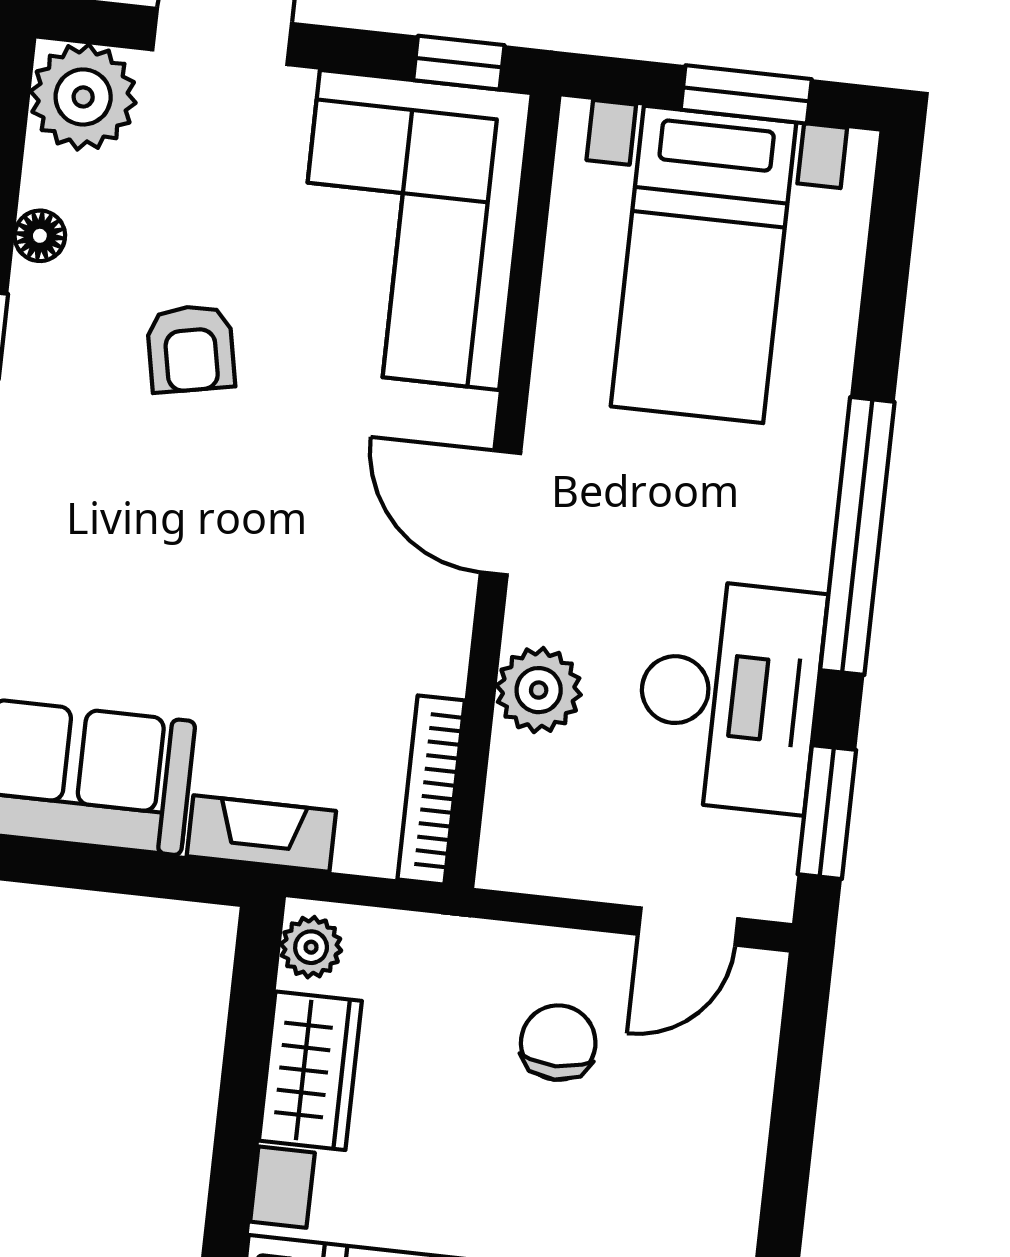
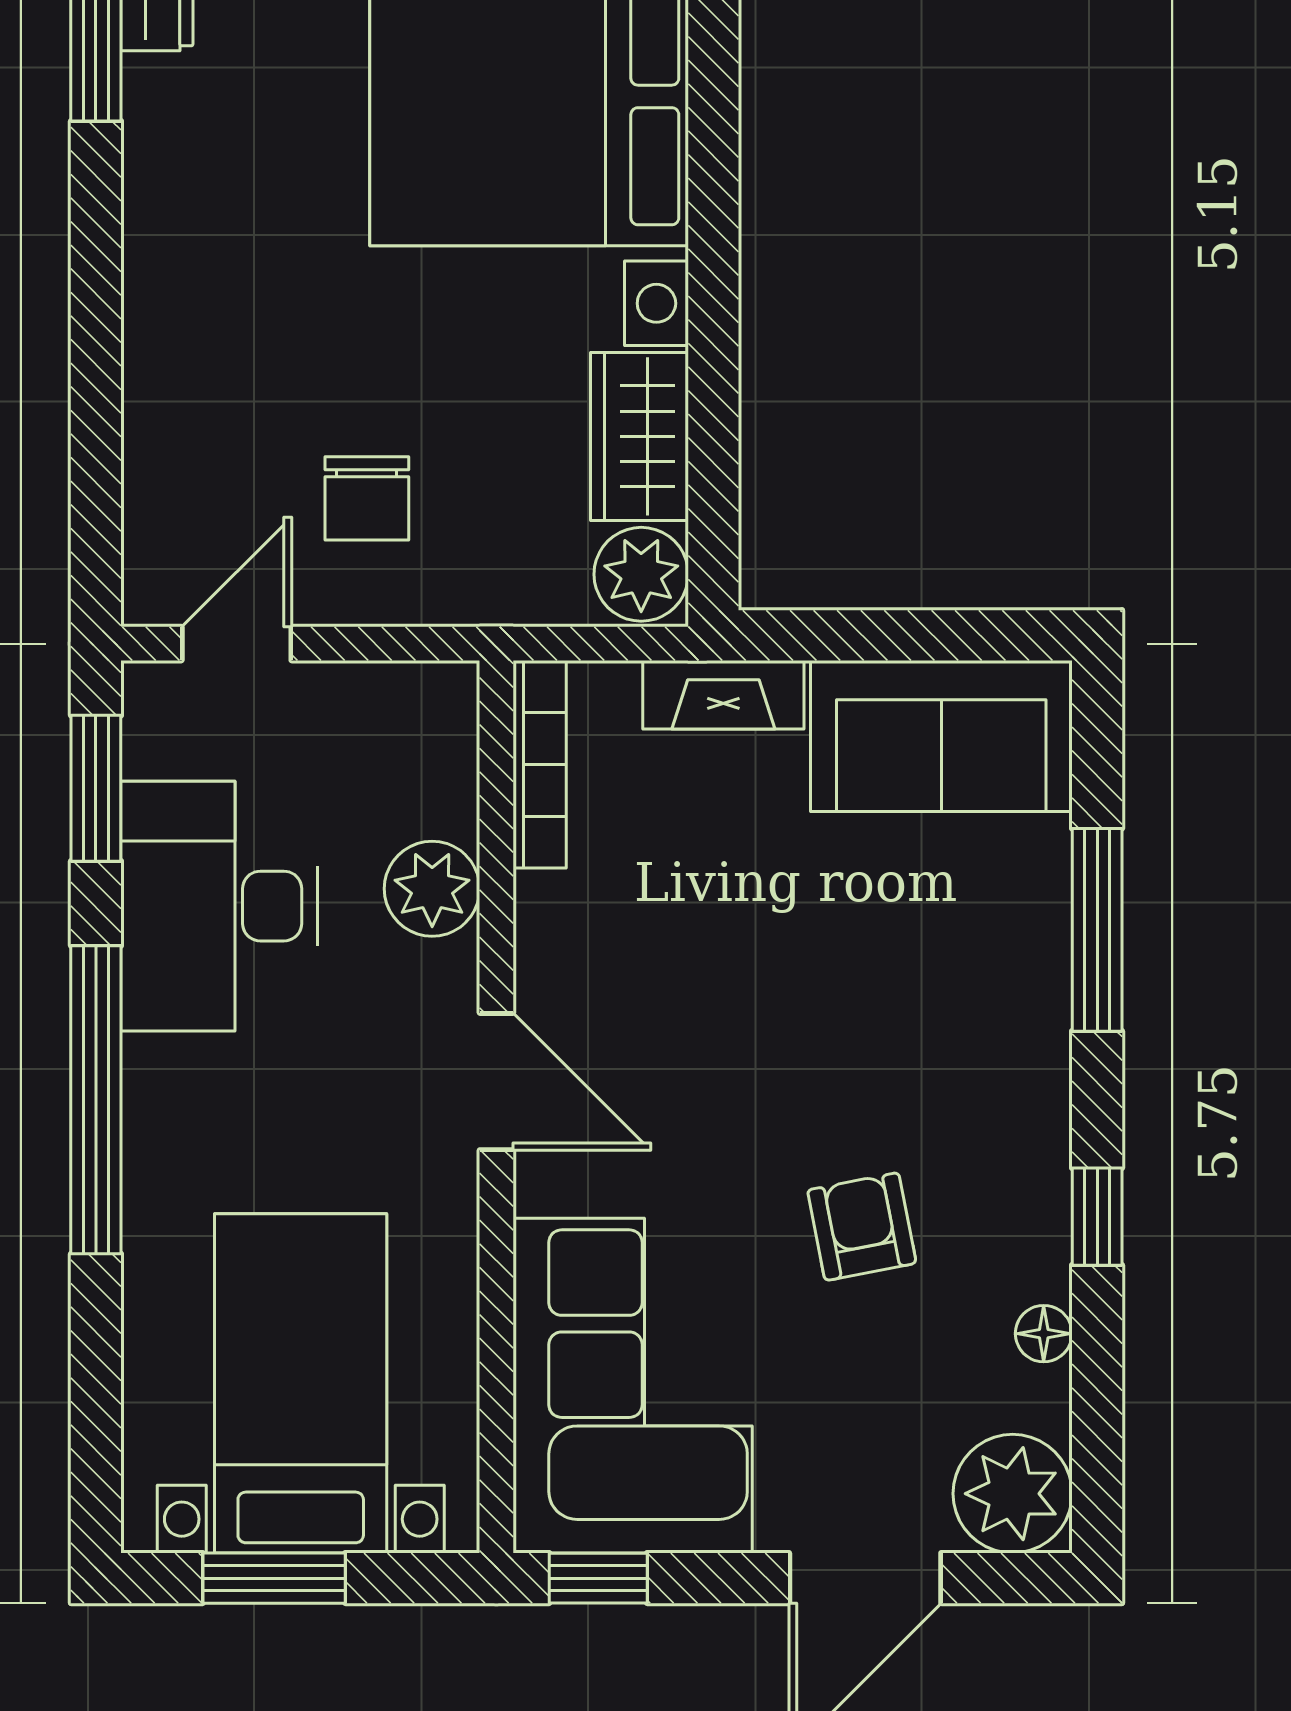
plant: (311, 947) -> (641, 574), width x1.38, depth x1.38

